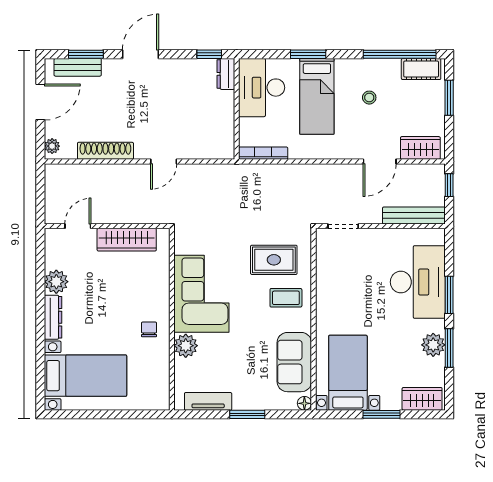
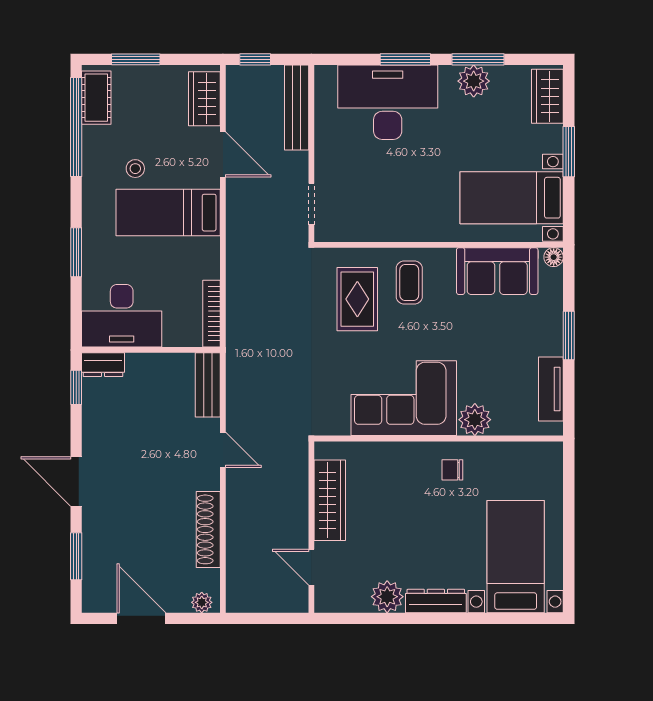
bench: (78, 67) -> (208, 385), moved
bed: (317, 96) -> (168, 213), moved, turned 180

